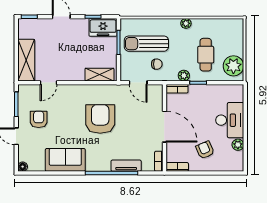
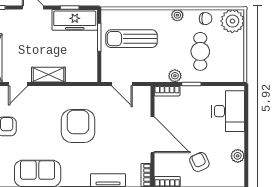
freezer: (103, 27) -> (75, 20), width x1.40
chair: (157, 64) -> (206, 19), moved
plant: (233, 66) -> (232, 21), moved
shelving: (99, 75) -> (48, 75), moved
desk: (230, 120) -> (228, 111), moved

